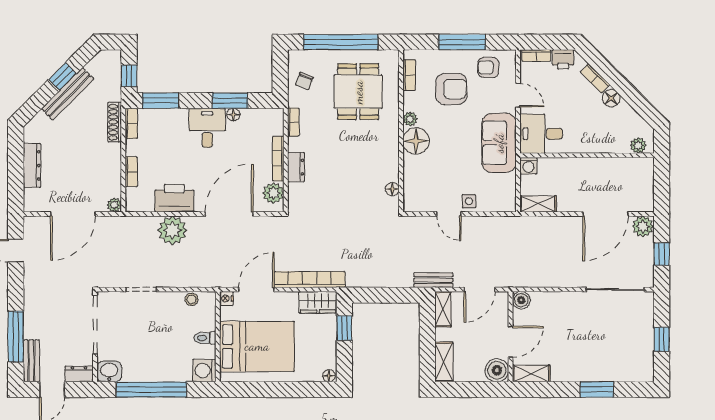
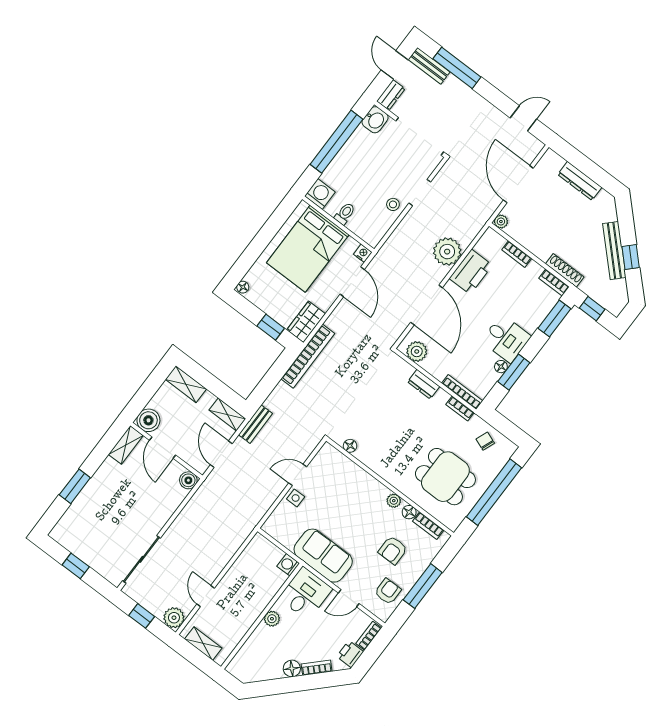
armchair: (451, 89) -> (393, 550), width x0.72, depth x0.72
floor lamp: (416, 141) -> (409, 512), moved, width x0.53, depth x0.53
plant: (638, 145) -> (272, 619), moved
bookcase: (278, 159) -> (462, 392), moved
shelving: (538, 204) -> (203, 644), moved, turned 90
door: (606, 214) -> (206, 596), width x0.53
bookcase: (310, 280) -> (308, 356), moved
stool: (192, 299) -> (393, 204), moved

